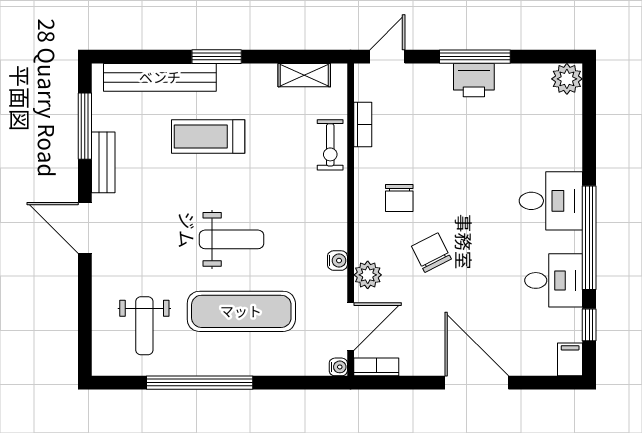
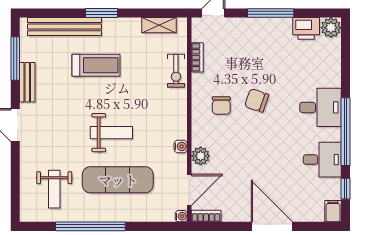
printer: (474, 80) -> (306, 28), moved
treadmill: (208, 137) -> (96, 65), turned 180
chair: (431, 253) -> (257, 100), moved, turned -44

